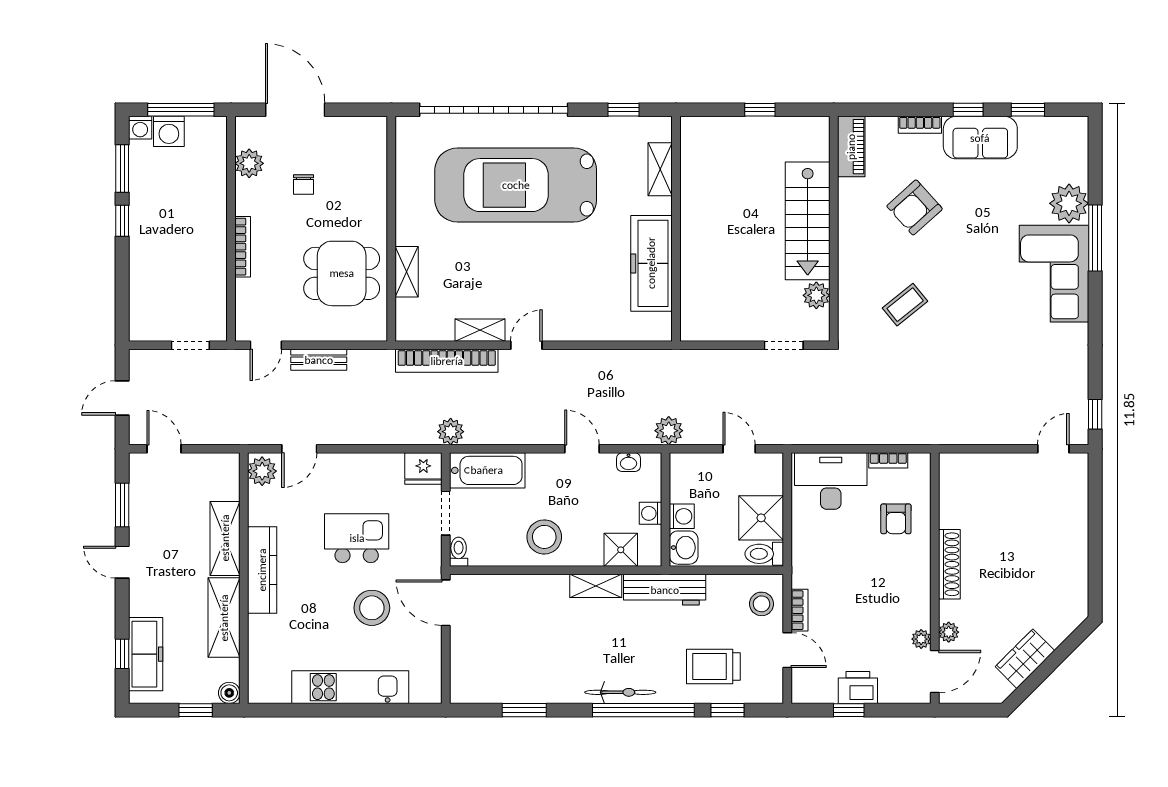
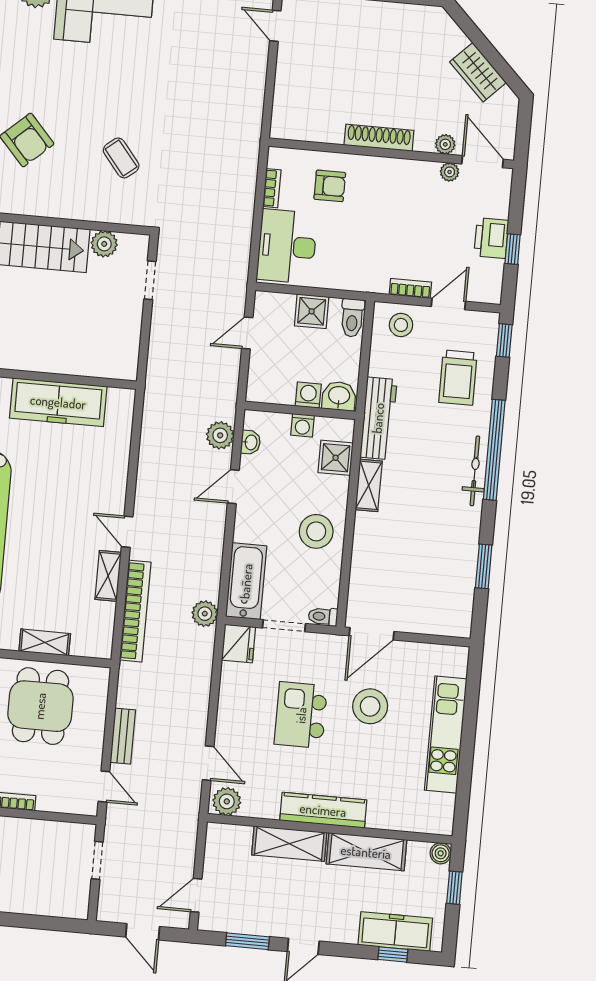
plant: (669, 431) -> (220, 435), moved
shower: (761, 518) -> (312, 311), width x0.73, depth x0.73
window: (728, 710) -> (504, 340), moved

